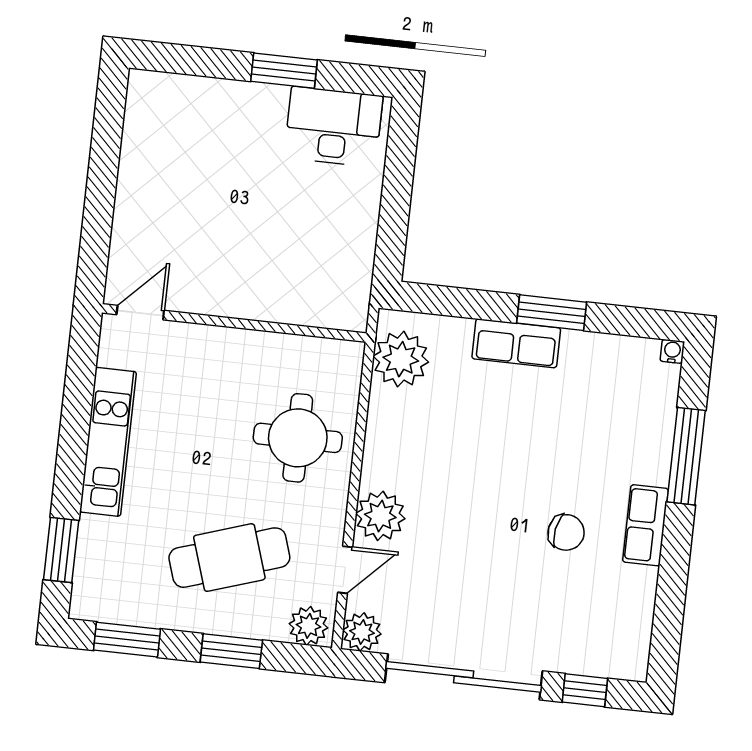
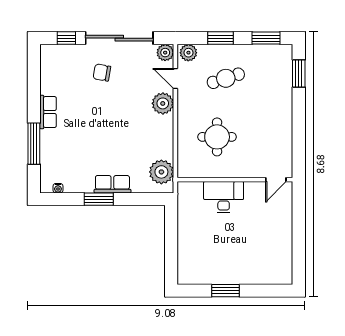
desk: (334, 127) -> (224, 197), moved, turned 180
water cooler: (672, 351) -> (58, 188), moved
round table: (298, 438) -> (217, 137), moved
kitchen unit: (108, 442) -> (284, 122), removed
chair: (566, 532) -> (102, 72), moved
cafe table: (229, 558) -> (226, 78), width x0.73, depth x0.74
door: (345, 570) -> (175, 79), hinge flipped

